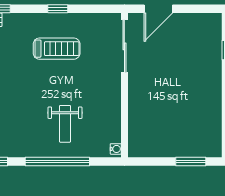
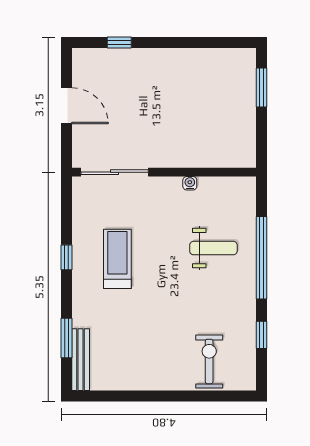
door: (158, 9) -> (67, 106), moved
water cooler: (116, 149) -> (190, 183), moved

